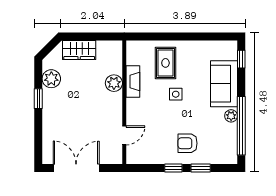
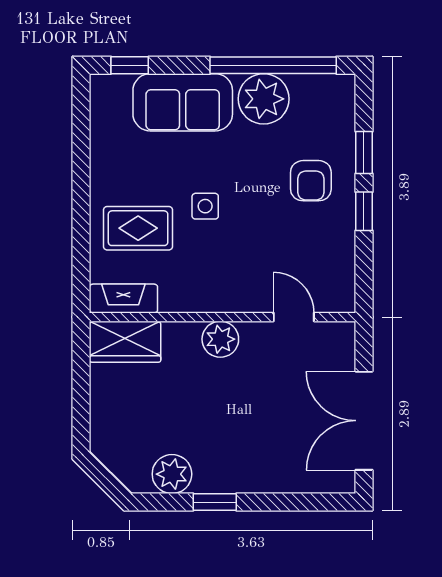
wardrobe: (79, 50) -> (125, 342), moved, turned 90
fireplace: (133, 82) -> (123, 299), moved
plant: (114, 83) -> (220, 339), moved
plant: (231, 116) -> (264, 99), width x1.87, depth x1.87

